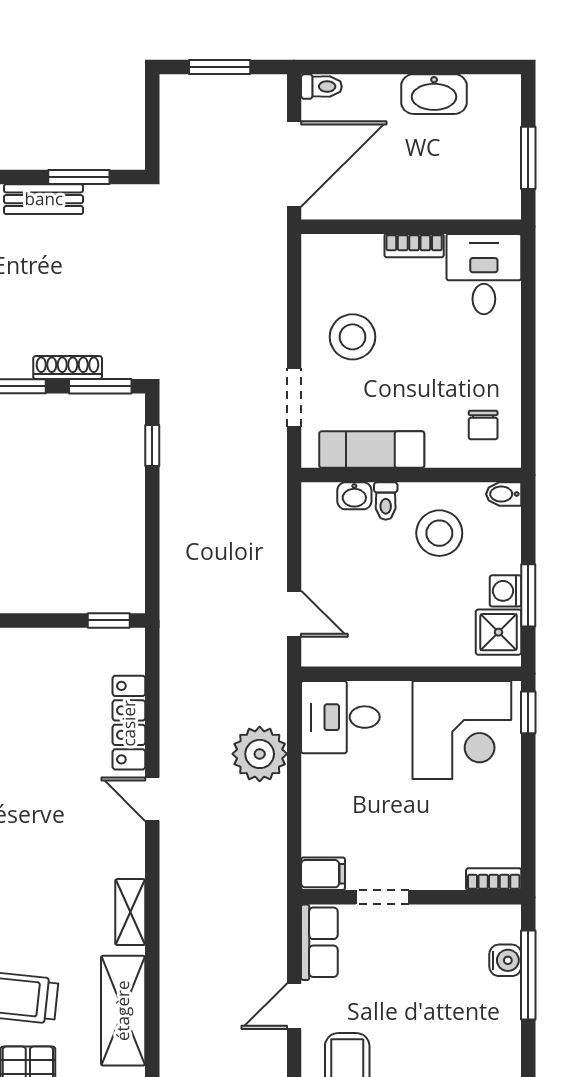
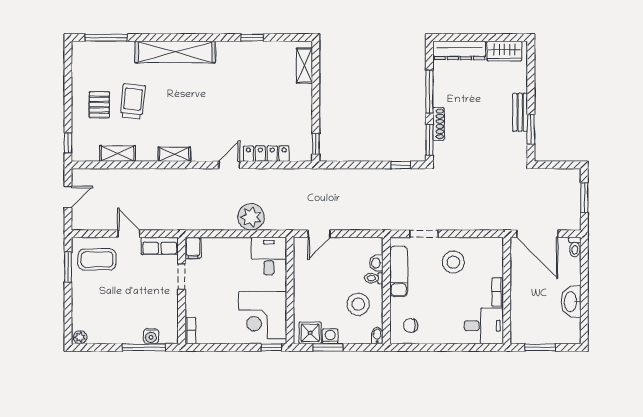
shelving: (123, 1011) -> (118, 153), width x0.67, depth x0.75

